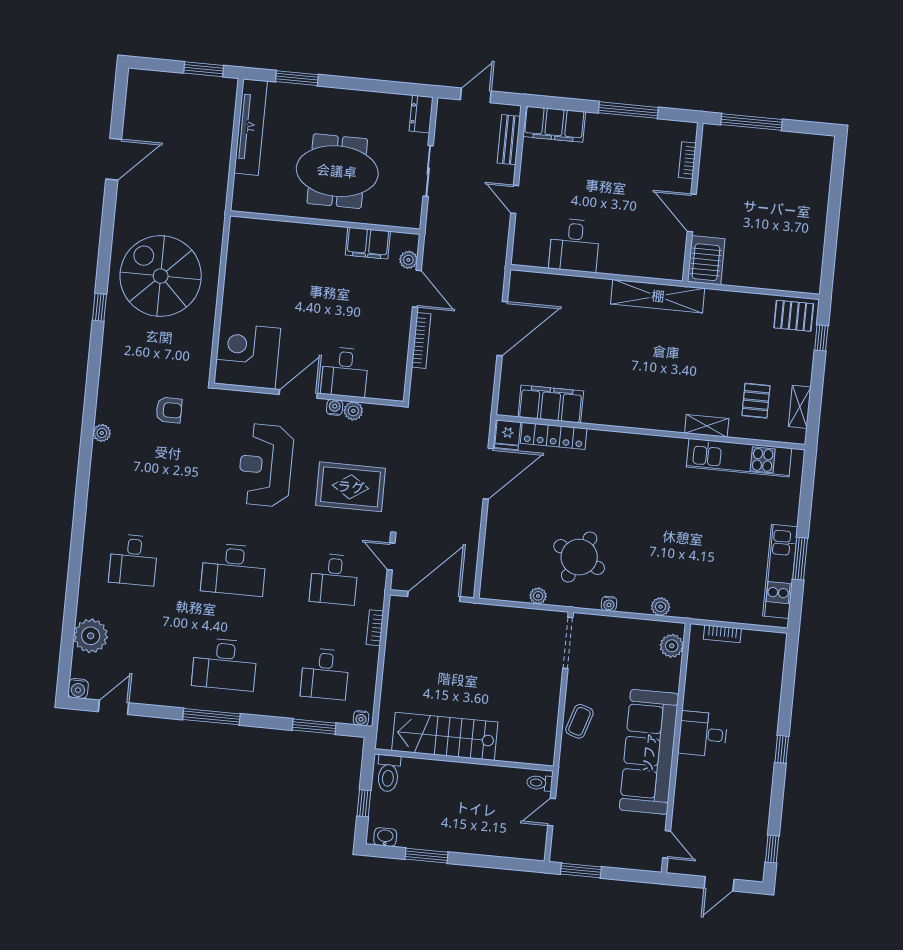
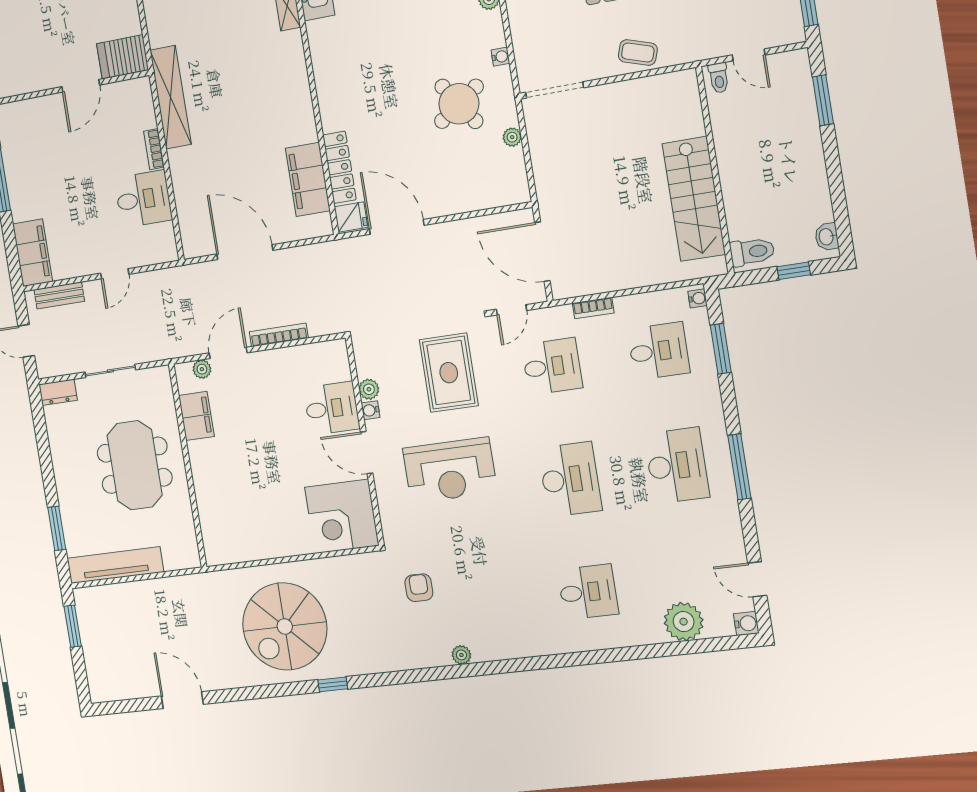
bookcase: (687, 160) -> (154, 149), moved, turned 90
round table: (579, 557) -> (459, 104), turned 30
window: (426, 856) -> (823, 100), moved

